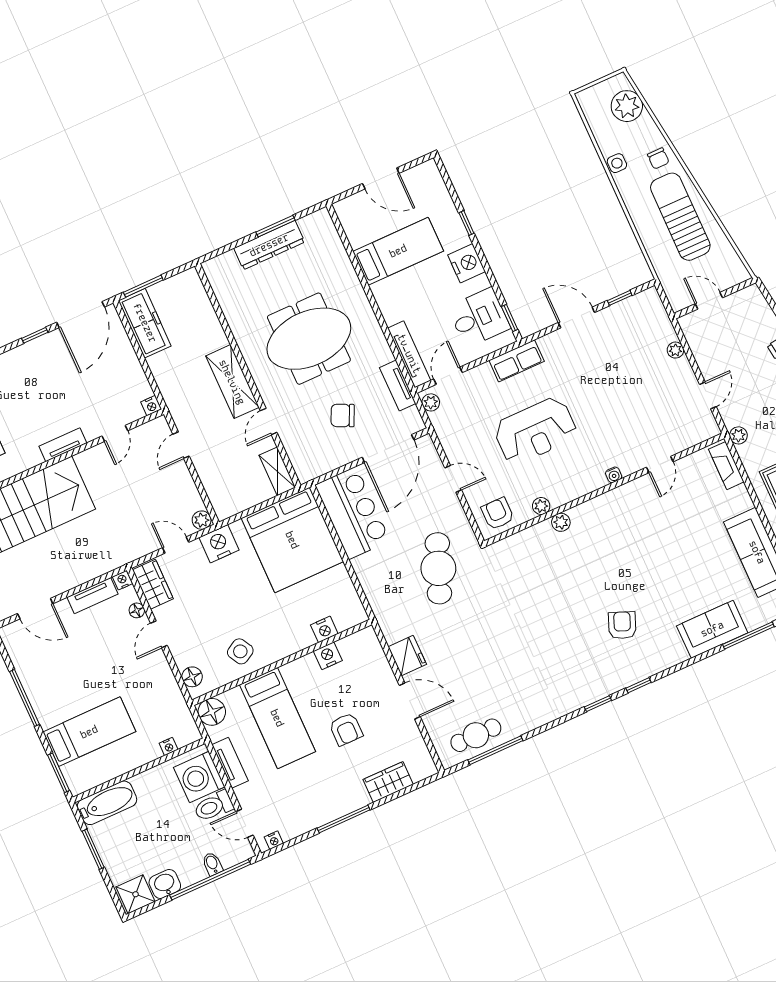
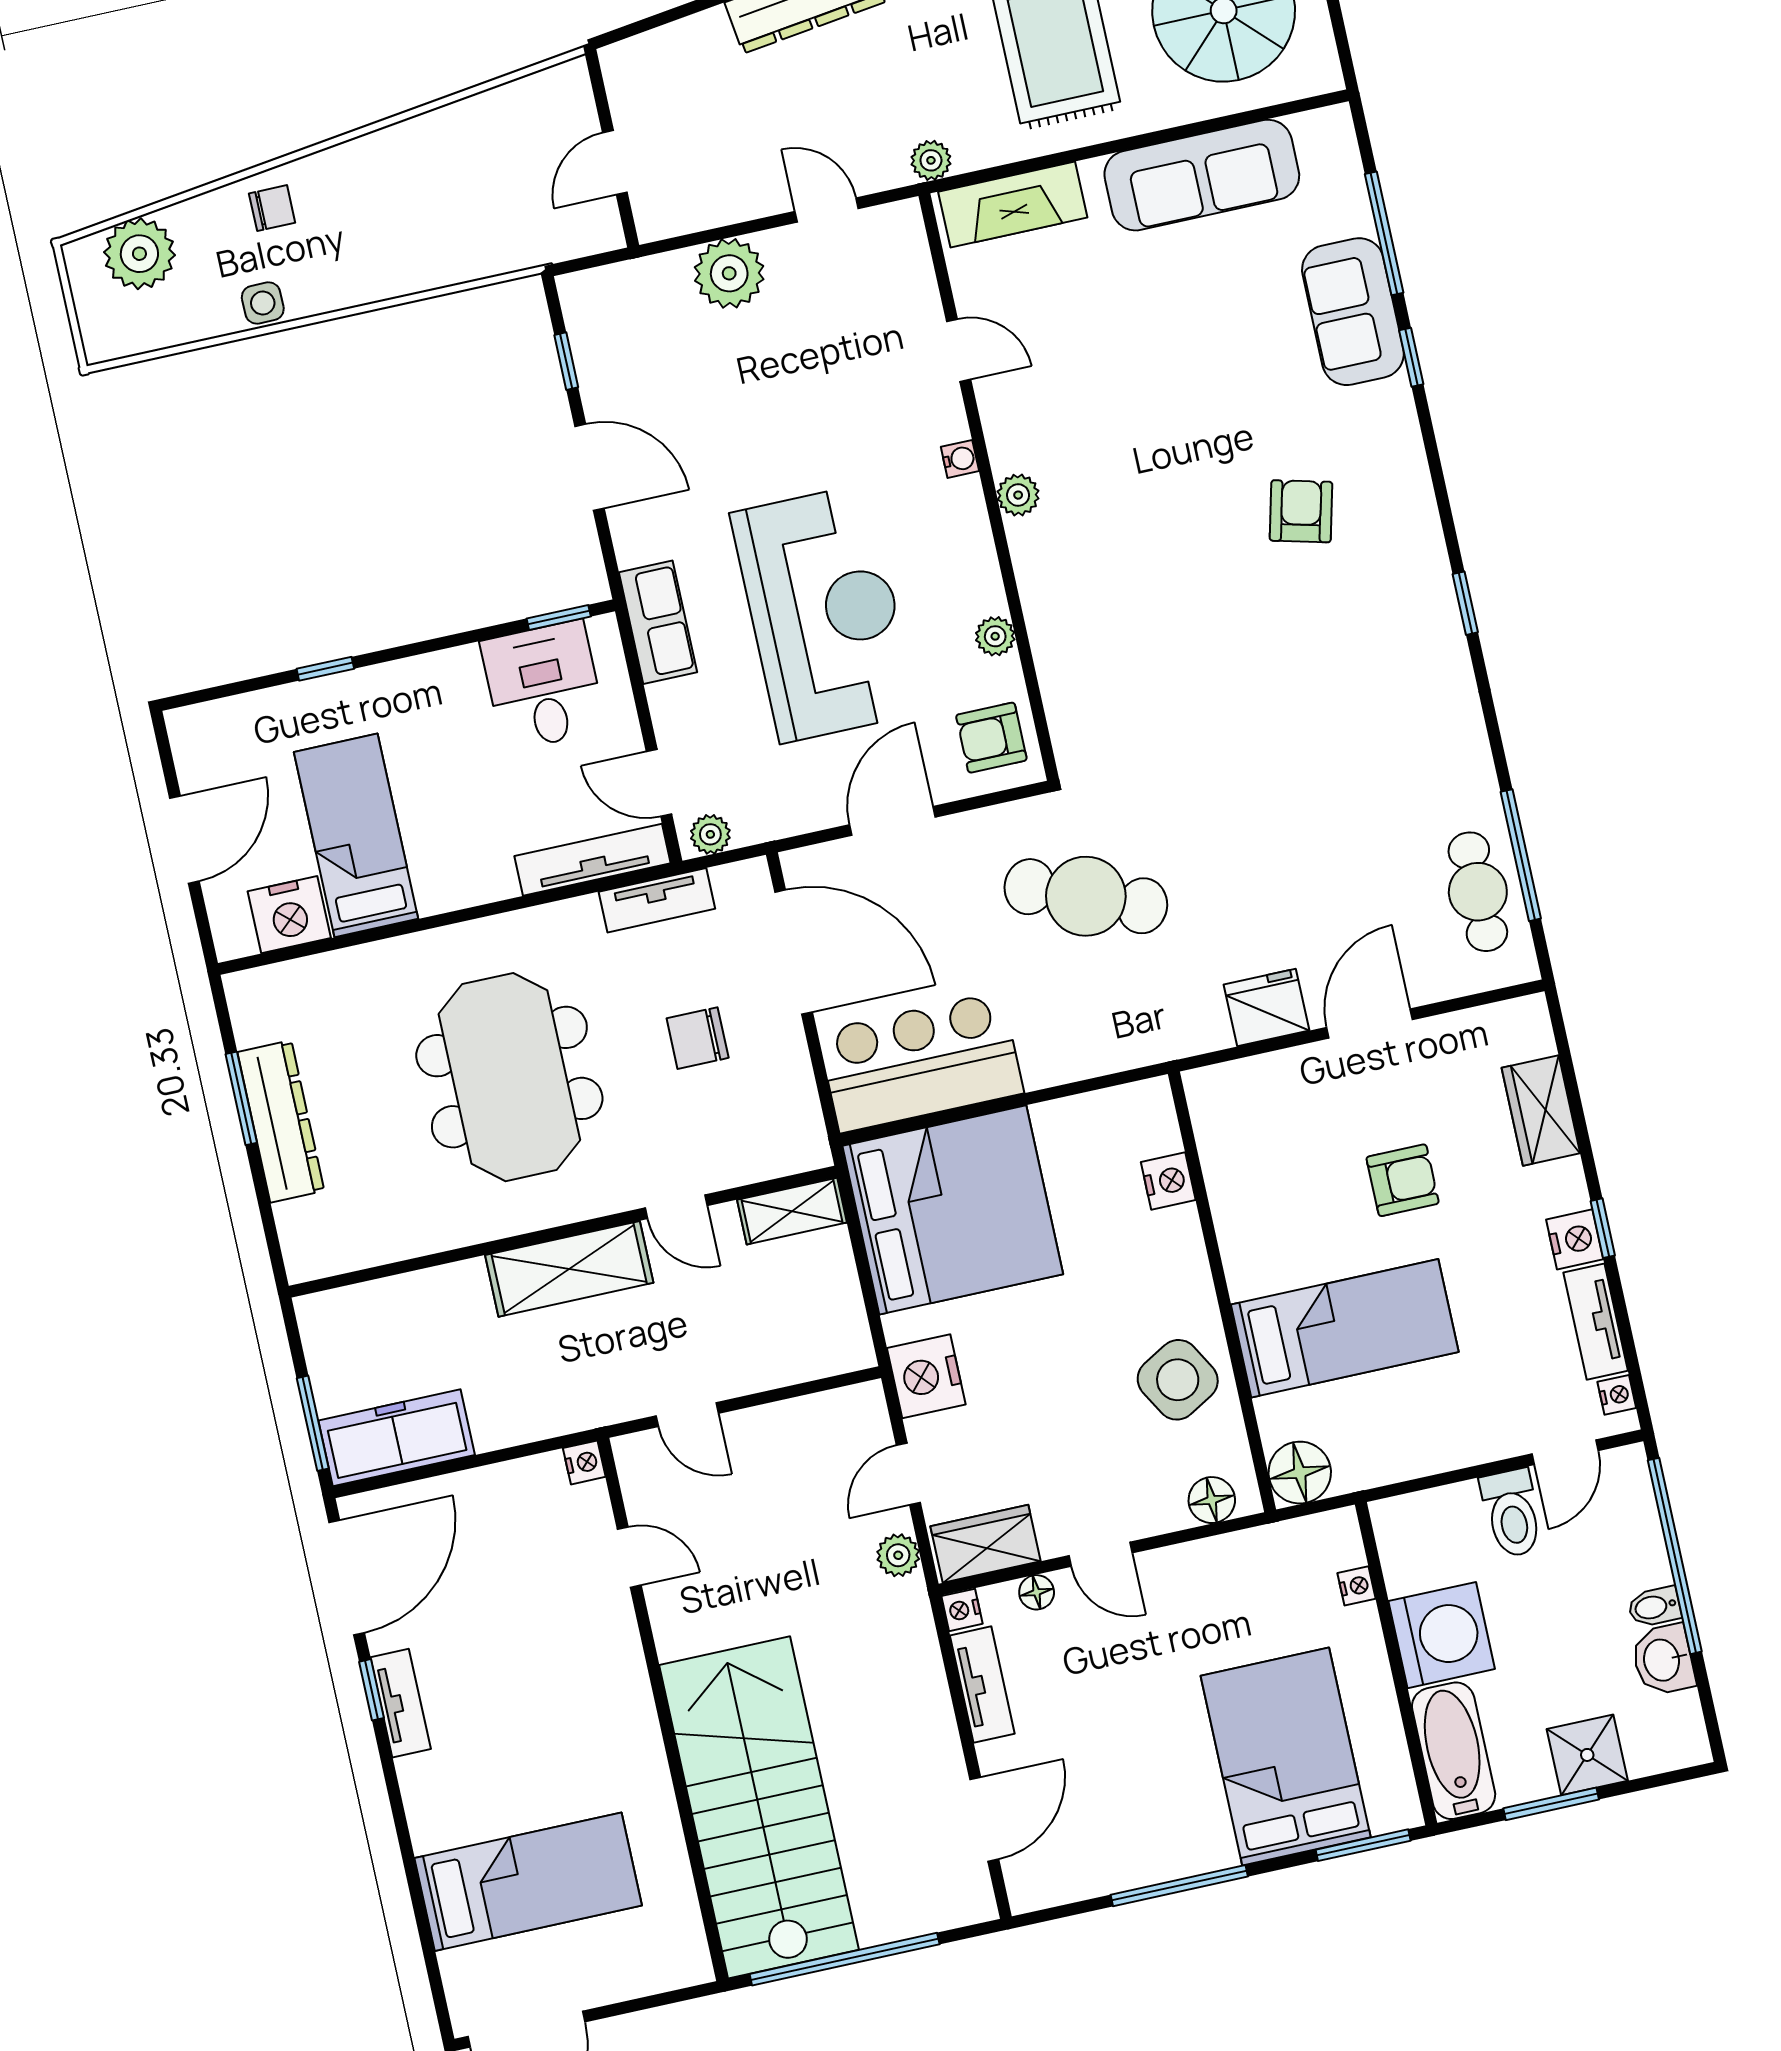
sun lounger: (680, 217) -> (413, 186), removed
nightstand: (467, 263) -> (289, 915), moved, turned 180
door: (81, 315) -> (347, 1577), hinge flipped
door: (576, 318) -> (590, 467), swing flipped
plant: (675, 350) -> (729, 273), width x1.87, depth x1.87
chair: (343, 415) -> (698, 1038), turned 65
reception desk: (535, 431) -> (824, 613), width x1.36, depth x1.30
tv unit: (63, 445) -> (401, 1703), moved, turned 180
fireplace: (726, 466) -> (1013, 205), width x1.37, depth x1.32
door: (453, 479) -> (893, 821), width x1.38
plant: (202, 520) -> (898, 1555), moved
plant: (561, 522) -> (1018, 495), moved
armchair: (622, 625) -> (1301, 511), turned 82
side table: (240, 651) -> (1178, 1380), width x1.37, depth x1.37
nightstand: (328, 656) -> (1575, 1239), moved, turned 180
window: (639, 685) -> (1411, 357), moved
bed: (89, 732) -> (1286, 1756), width x1.50
tv unit: (230, 763) -> (1596, 1322), moved, turned -90
washing machine: (199, 777) -> (1442, 1635), moved, turned -90
window: (344, 819) -> (1603, 1228), width x0.46
bidet: (212, 864) -> (1654, 1607), moved
shower: (136, 894) -> (1587, 1755), moved

